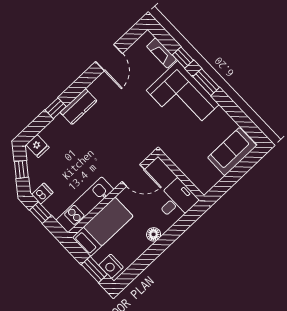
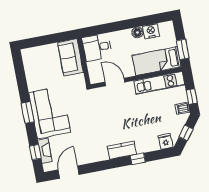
door: (109, 58) -> (69, 172), moved
window: (183, 58) -> (35, 152), moved
sofa: (232, 152) -> (70, 57), moved, turned 90
floor lamp: (154, 234) -> (137, 32), moved
nightstand: (111, 266) -> (151, 31), moved, turned -90
window: (94, 270) -> (183, 49), moved

